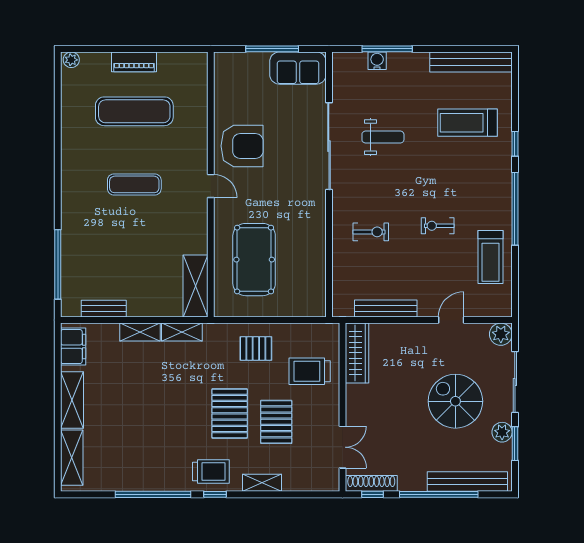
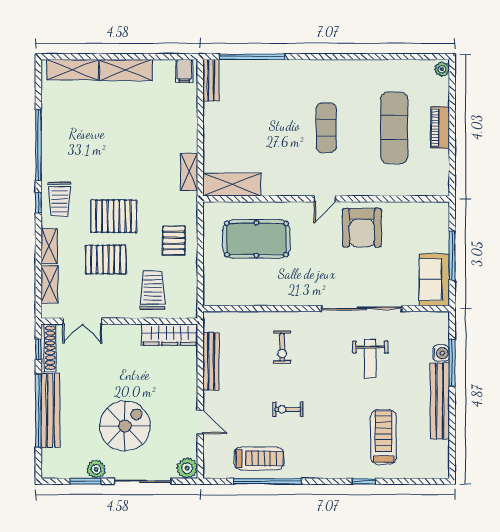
bench: (471, 62) -> (440, 401), moved
window: (515, 209) -> (268, 481), moved
exercise bike: (438, 226) -> (288, 409), turned -90
treadmill: (490, 257) -> (259, 459), turned 180
bench: (104, 309) -> (211, 80), moved
shelving: (140, 332) -> (49, 284), moved
filing cabinet: (73, 347) -> (184, 71), width x0.50
bench: (467, 482) -> (50, 410), moved

